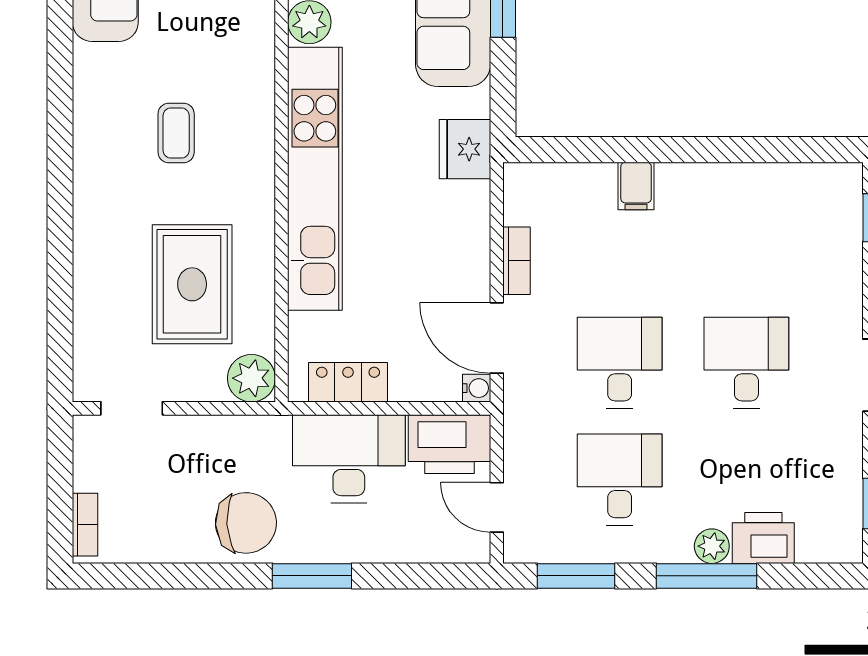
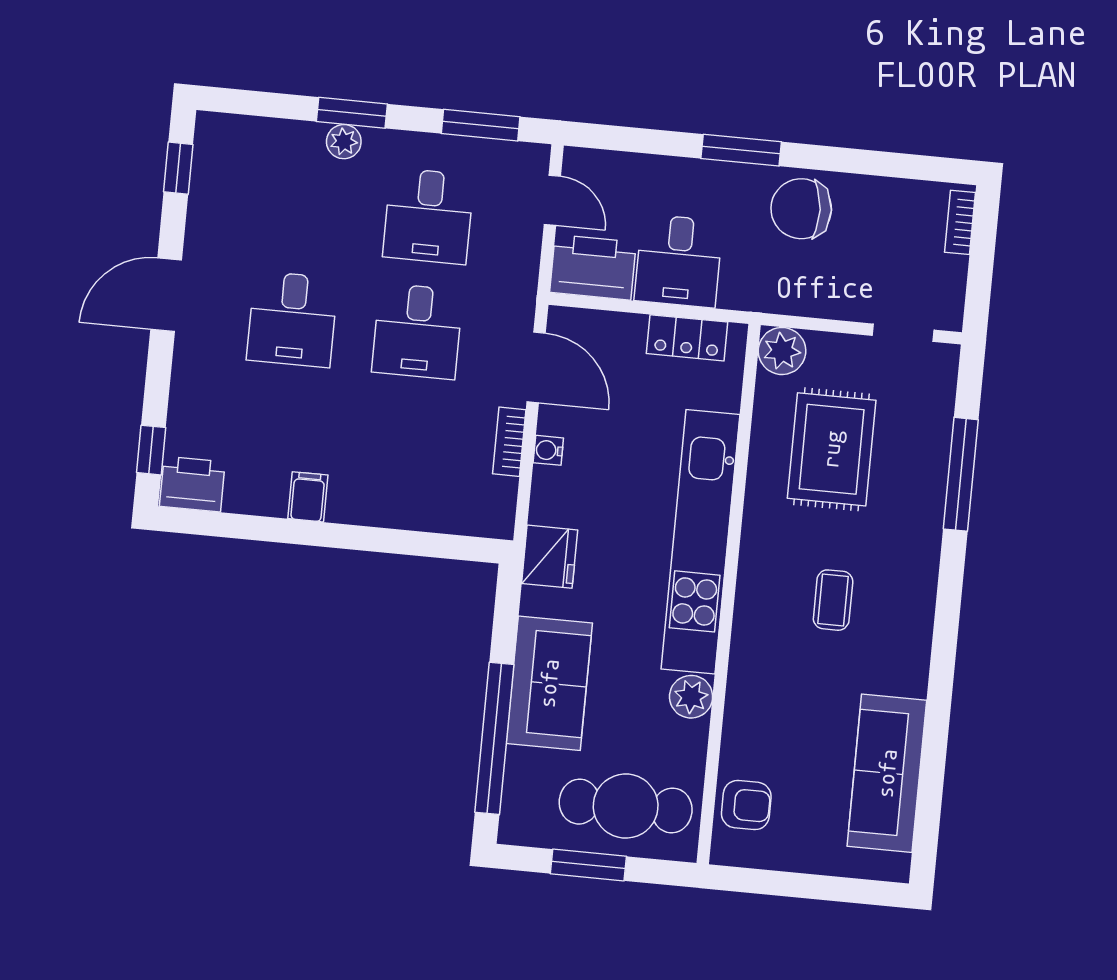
filing cabinet: (636, 186) -> (308, 497), moved
window: (60, 272) -> (961, 474), added
water cooler: (477, 388) -> (548, 450), moved
desk: (349, 459) -> (679, 261), width x0.73
printer: (763, 538) -> (192, 484), moved, turned 180
window: (706, 576) -> (352, 113), width x0.69

